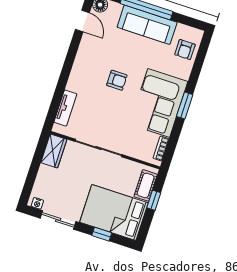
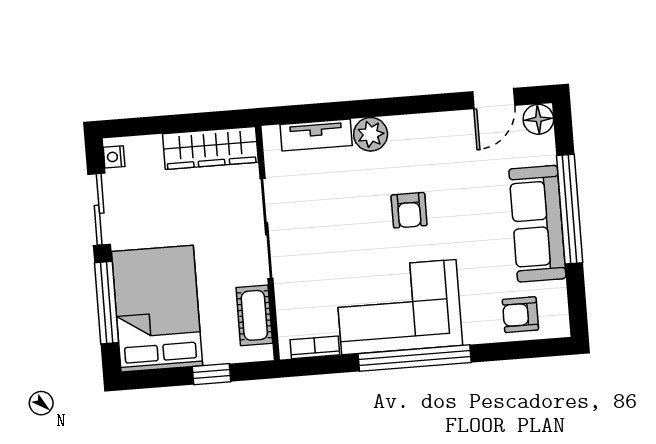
plant: (75, 83) -> (371, 134), added
window: (185, 105) -> (415, 358), width x2.11
wardrobe: (54, 151) -> (210, 148), width x1.50
cot: (146, 185) -> (254, 315), moved, turned 90
window: (102, 234) -> (107, 303), width x2.17

